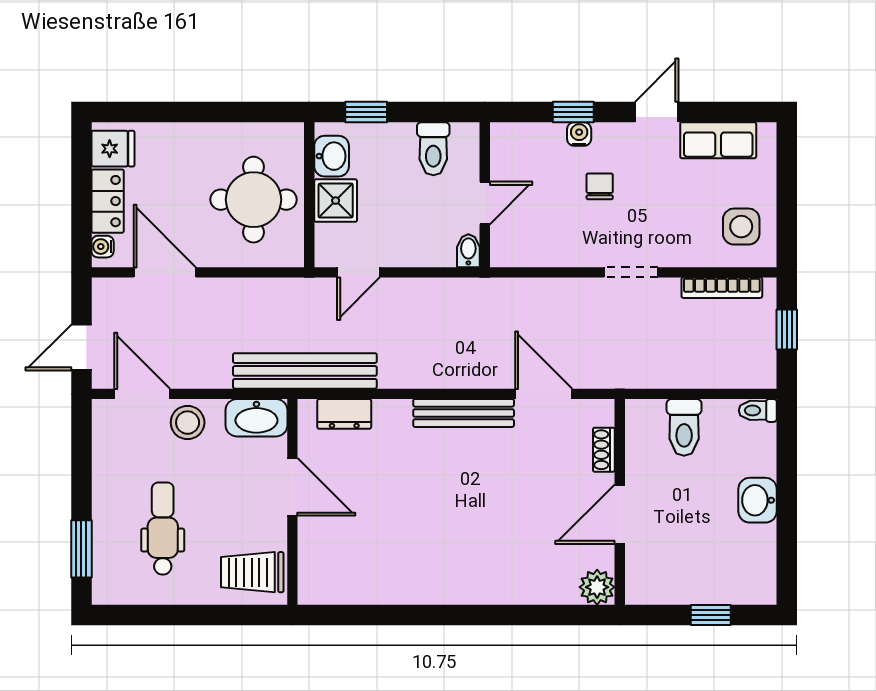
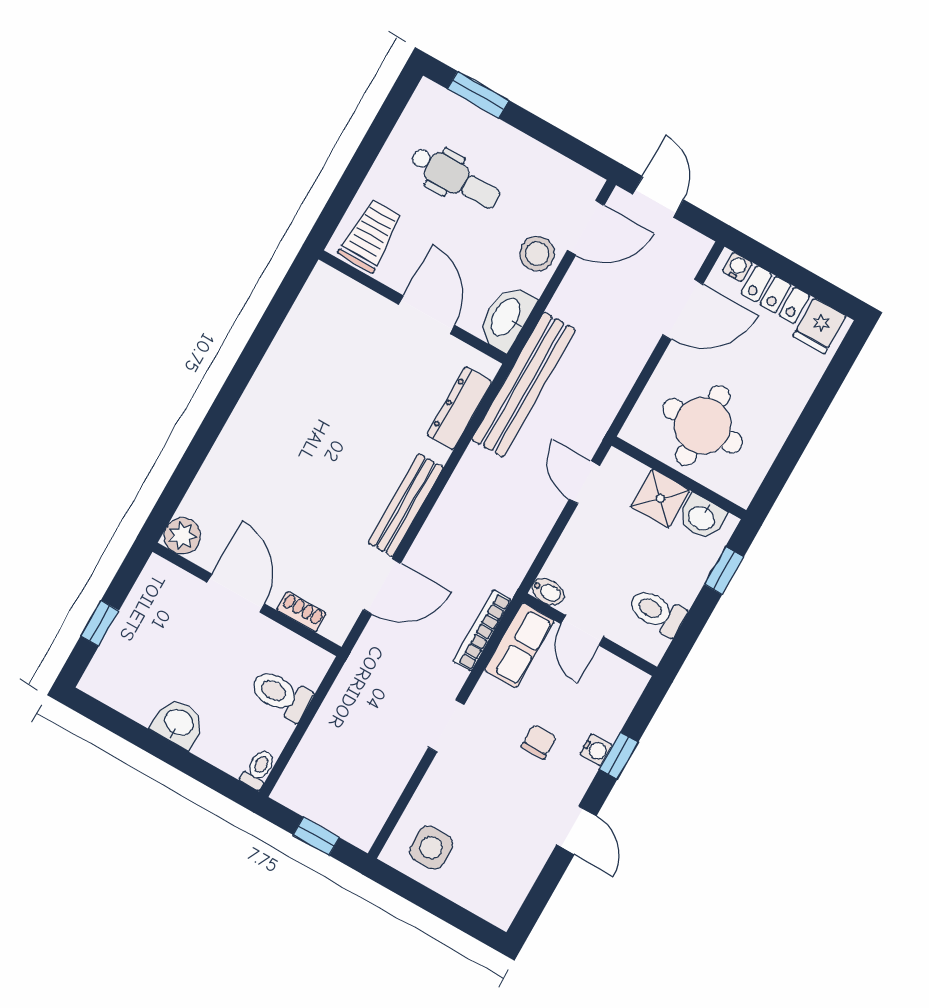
row of seats: (718, 140) -> (519, 645), moved, turned 180
chair: (600, 186) -> (539, 742), turned -90
bookcase: (722, 288) -> (482, 630), moved
dresser: (344, 414) -> (459, 408), width x1.44
door: (292, 487) -> (427, 315), swing flipped

